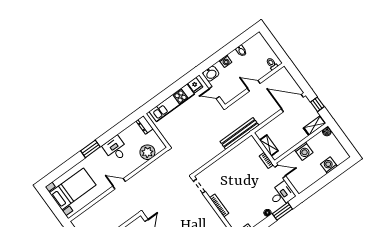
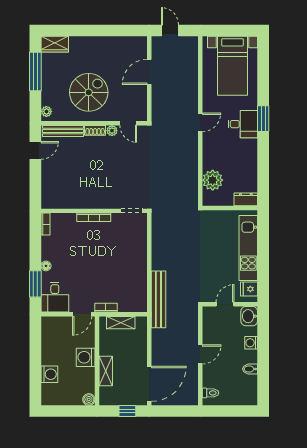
shelving: (315, 126) -> (106, 371), moved
desk: (115, 149) -> (243, 124), moved

